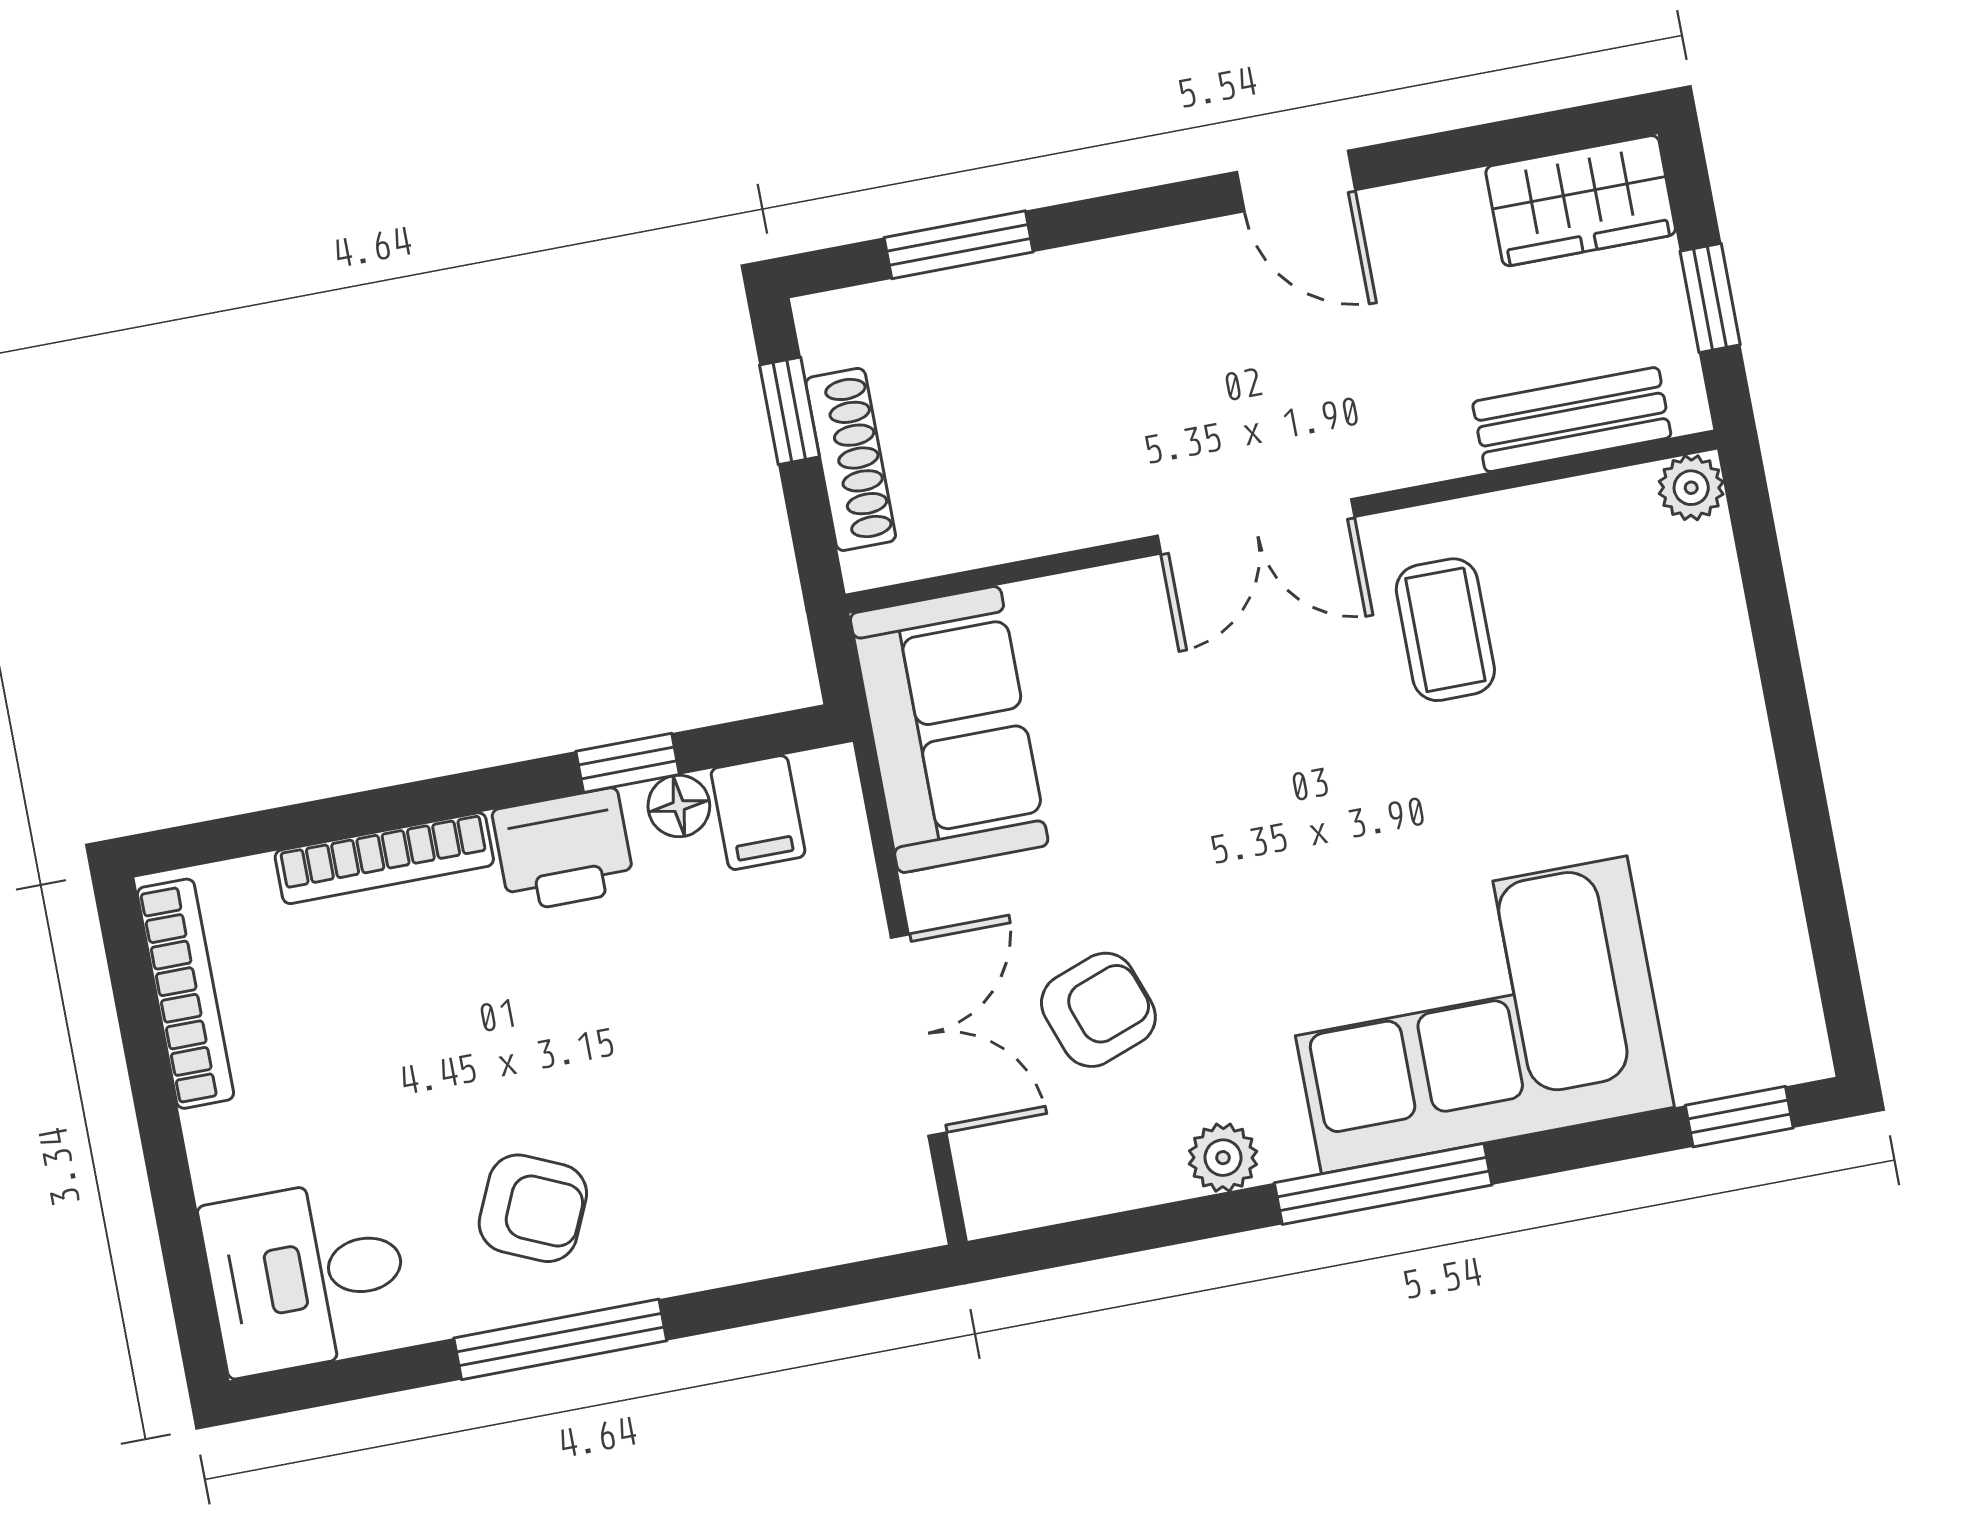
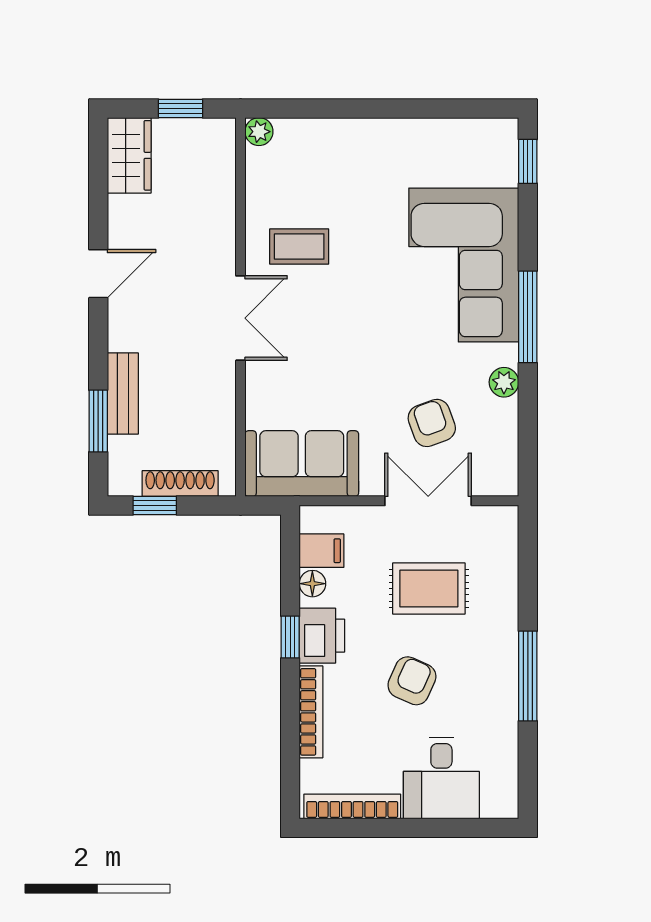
bench: (1572, 420) -> (123, 394), moved
window: (628, 763) -> (290, 637), moved
rug: (718, 1075) -> (429, 588), added
armchair: (533, 1208) -> (412, 681), moved
desk: (306, 1276) -> (441, 778), moved

